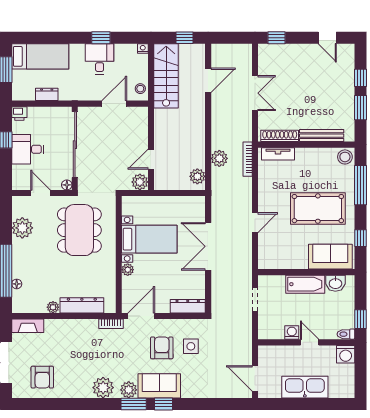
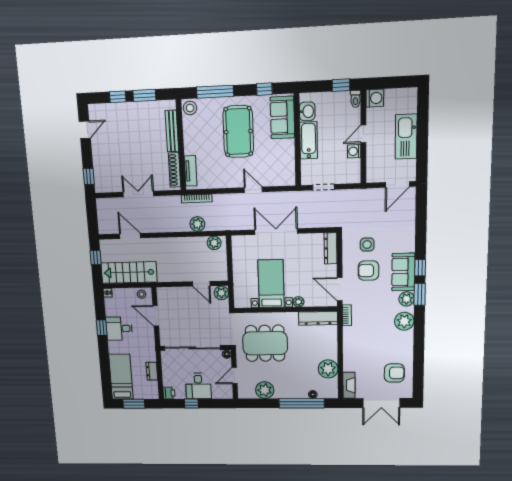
double door: (208, 246) -> (276, 232), swing flipped
dresser: (82, 305) -> (318, 318), moved, turned -90
plant: (53, 307) -> (328, 369), width x1.87, depth x1.87

